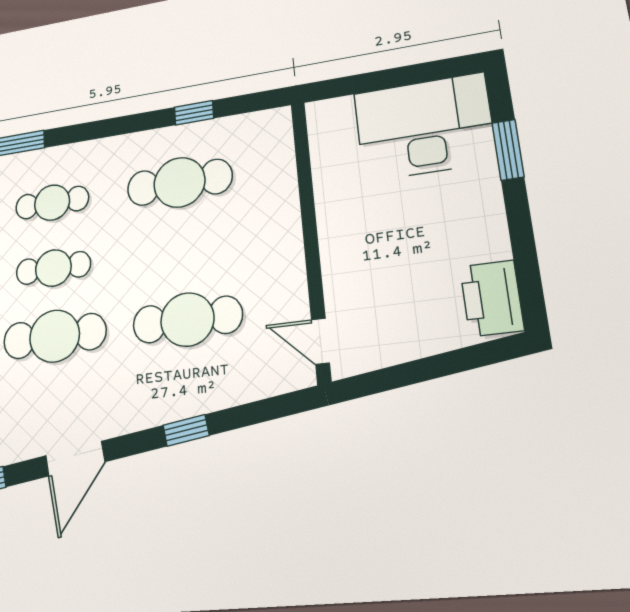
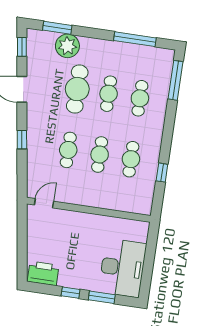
cafe table: (179, 182) -> (131, 159), width x0.73, depth x0.74
window: (520, 222) -> (71, 293), added
cafe table: (183, 250) -> (100, 155), added
cafe table: (187, 320) -> (68, 150), width x0.73, depth x0.74

